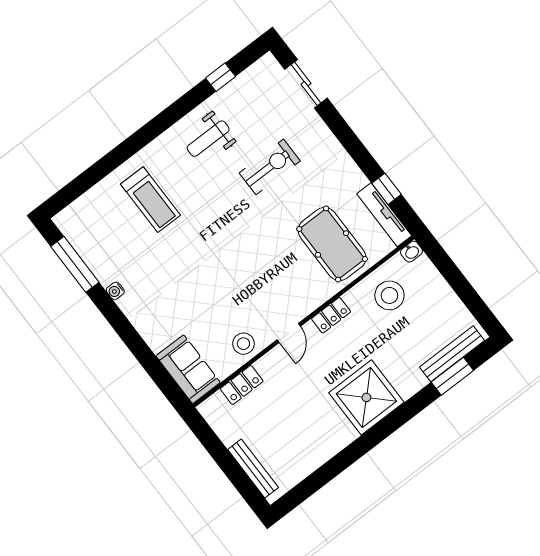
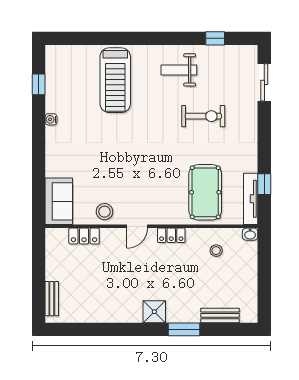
treadmill: (150, 200) -> (115, 80), width x1.37, depth x1.38
window: (75, 264) -> (39, 84), width x0.46
stool: (389, 295) -> (216, 251), width x0.53, depth x0.53
bench: (452, 354) -> (220, 315), width x0.73
window: (452, 376) -> (184, 329), moved
shower: (366, 397) -> (154, 312), width x0.54, depth x0.54
bench: (253, 469) -> (52, 299), width x0.73

